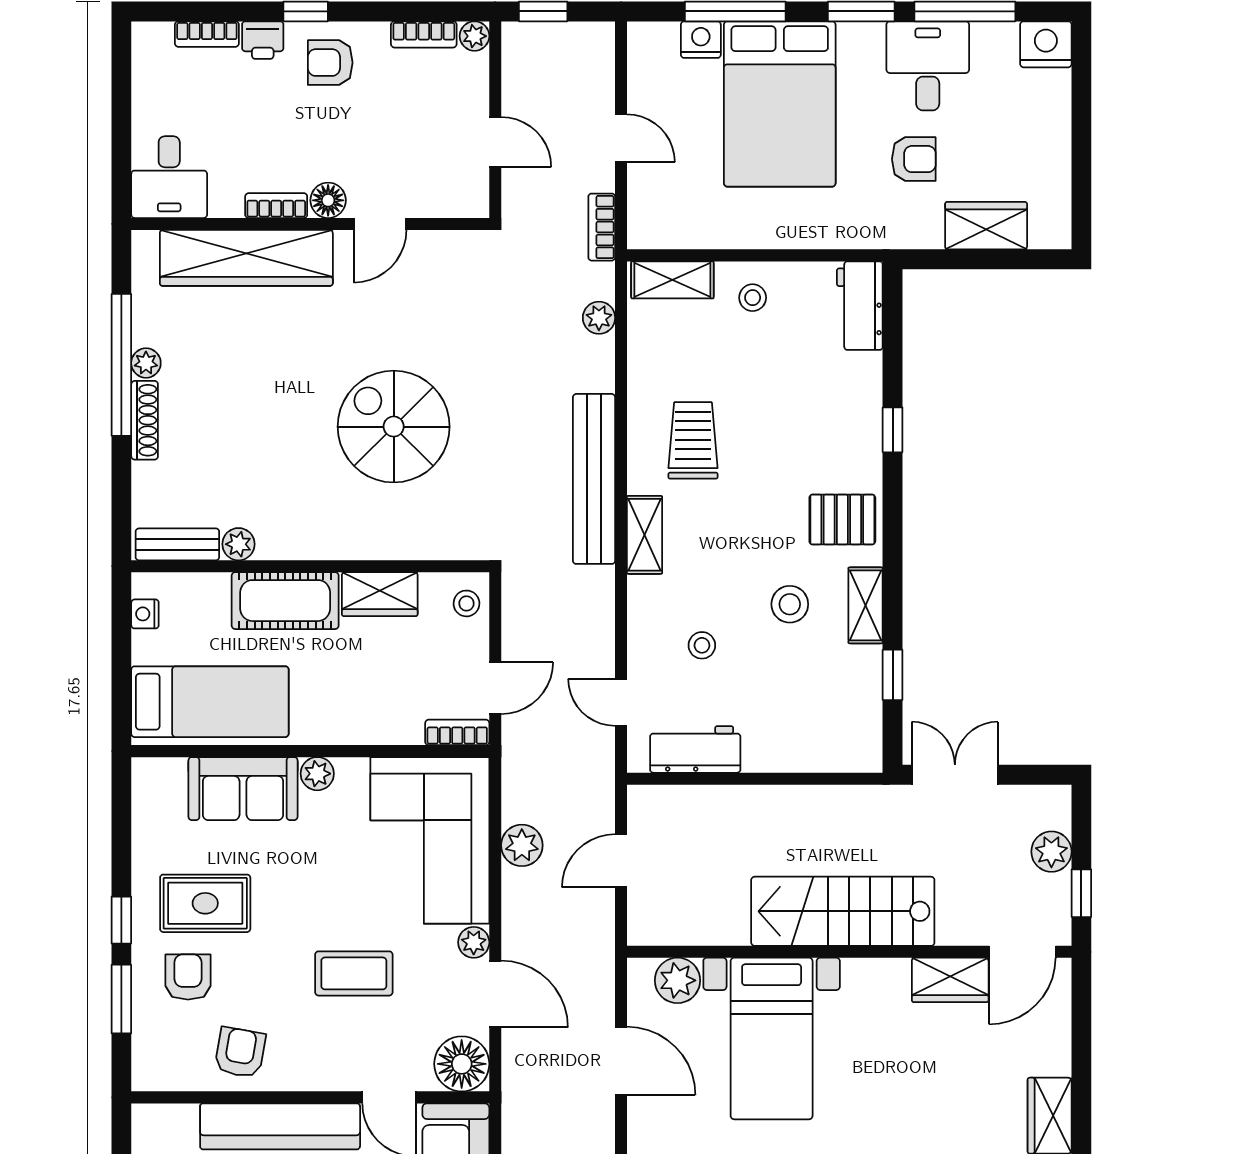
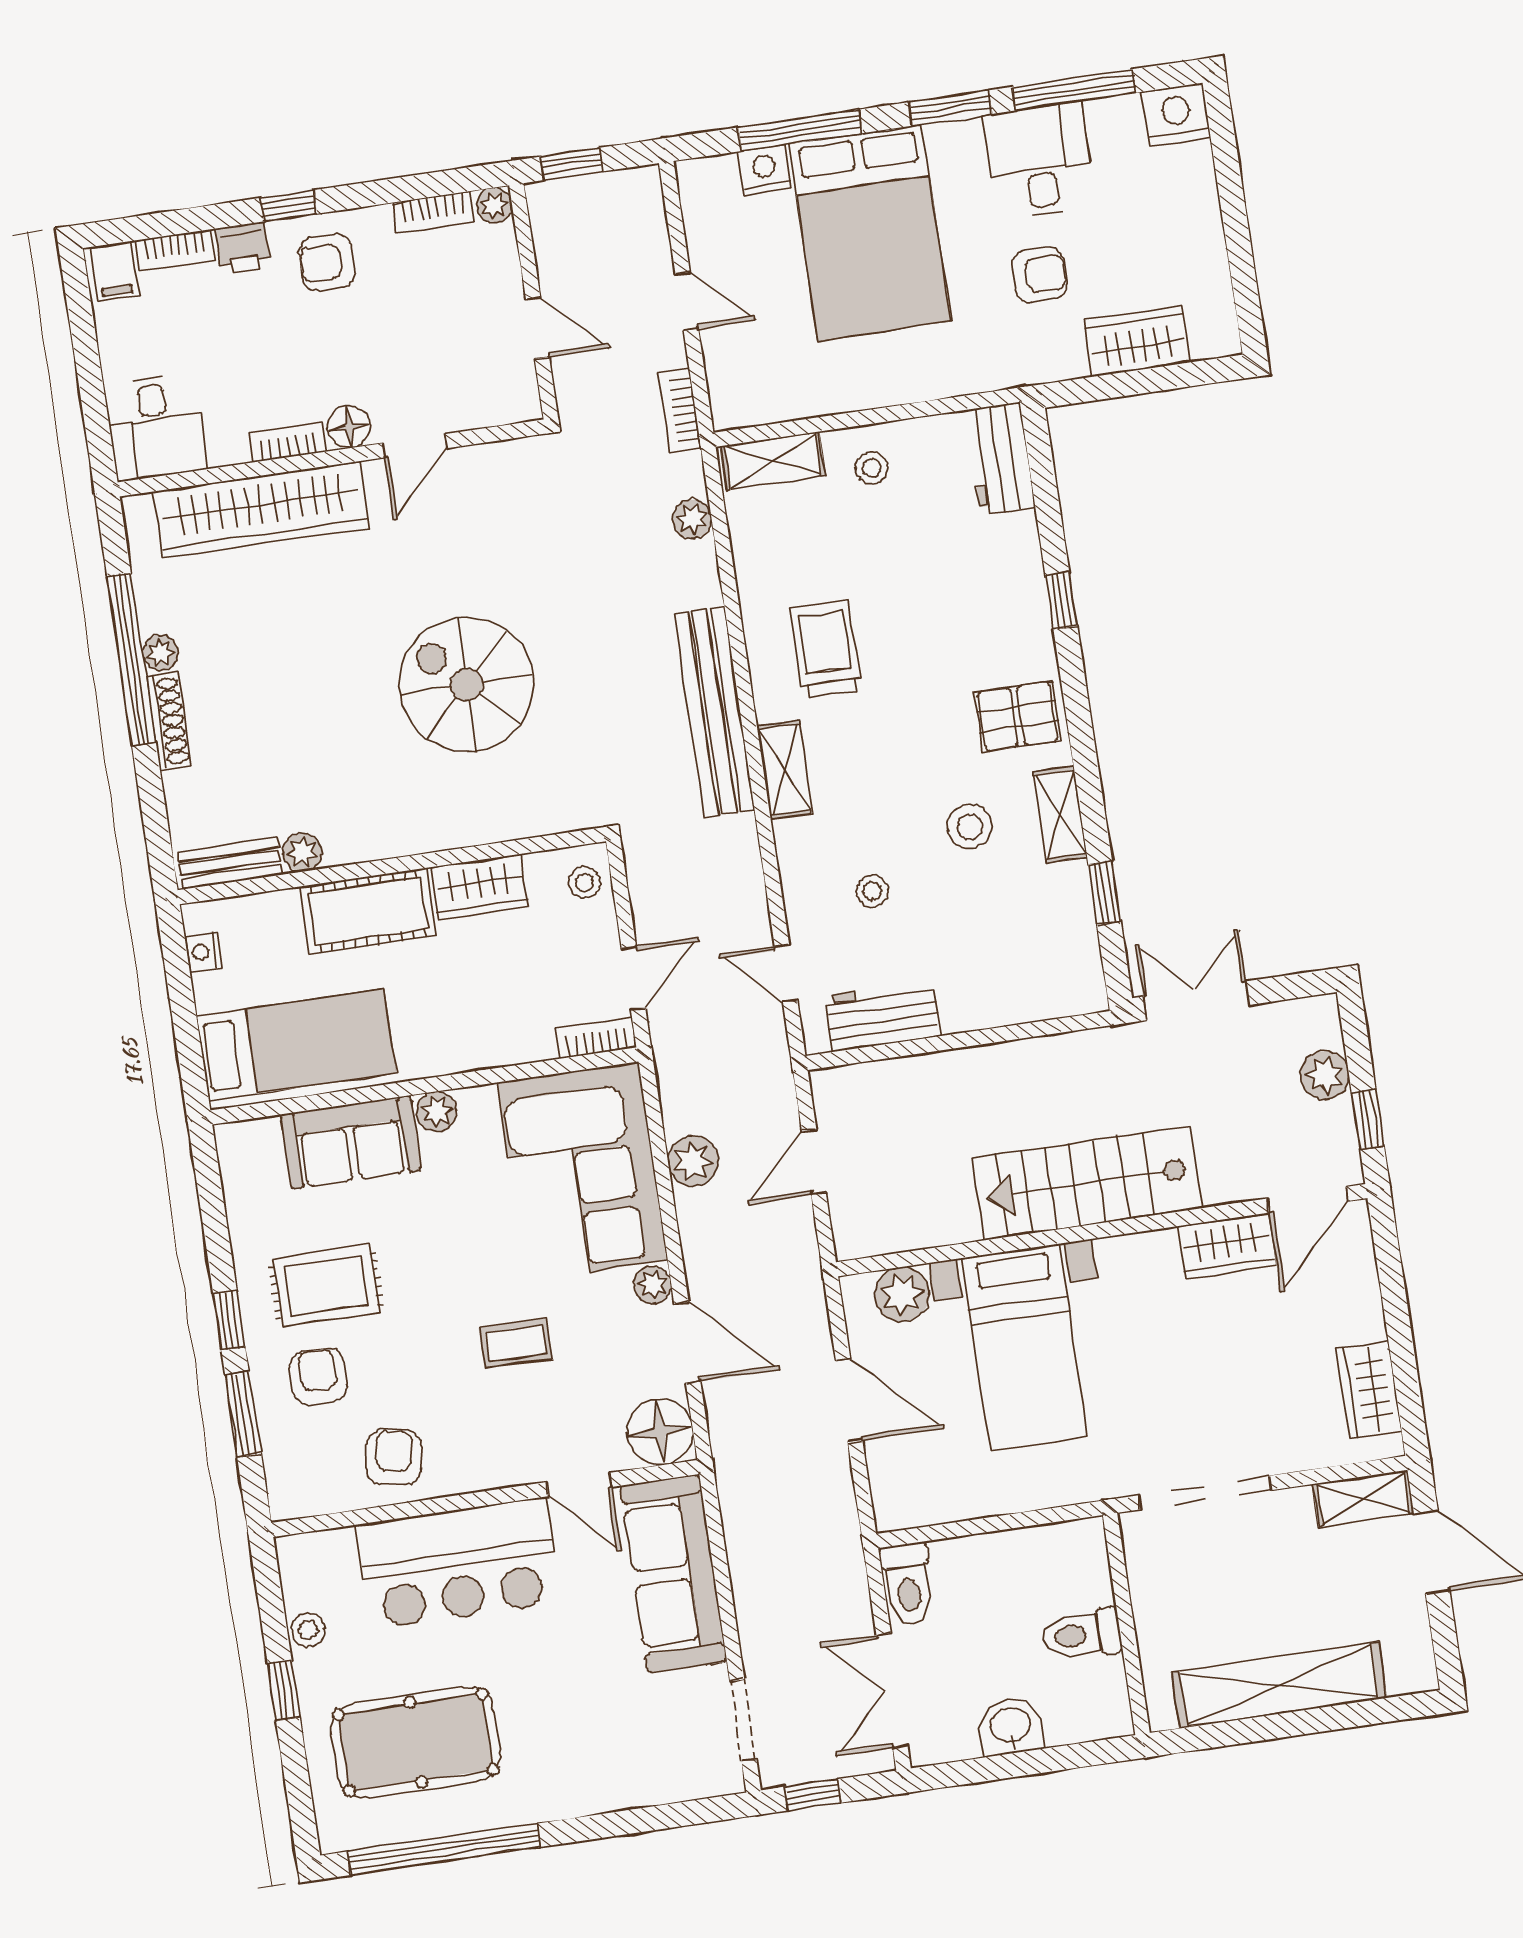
filing cabinet: (155, 44) -> (115, 271), added
coffee table: (354, 973) -> (515, 1343), width x0.73, depth x0.77

